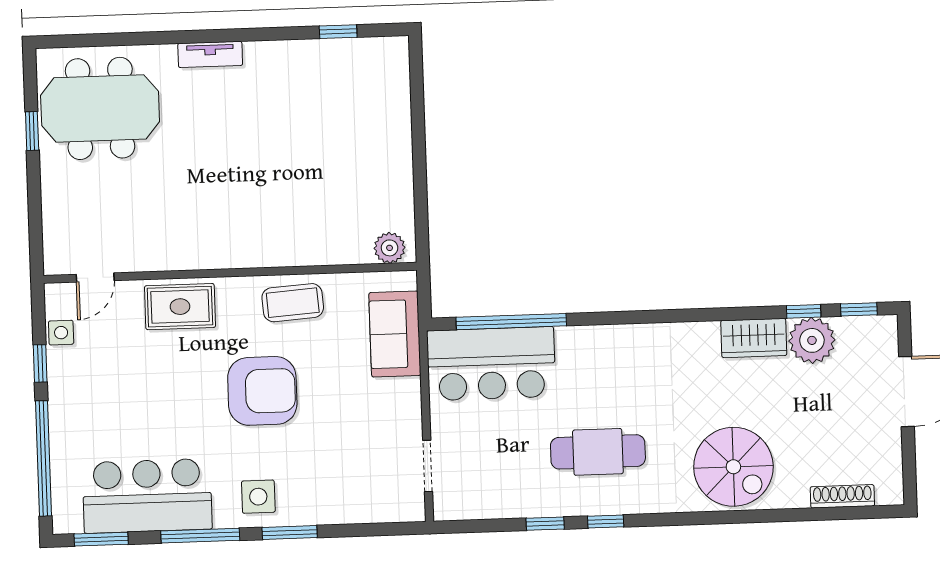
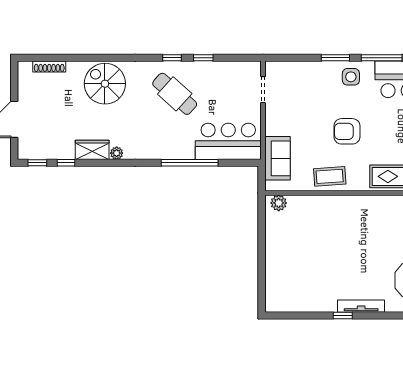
window: (338, 32) -> (343, 316), moved
tv unit: (210, 54) -> (361, 306), width x1.41
window: (511, 322) -> (190, 163), moved
plant: (812, 340) -> (117, 153), moved, width x0.53, depth x0.53
armchair: (262, 391) -> (347, 131), width x0.73, depth x0.73
cafe table: (598, 452) -> (175, 94), turned 42

